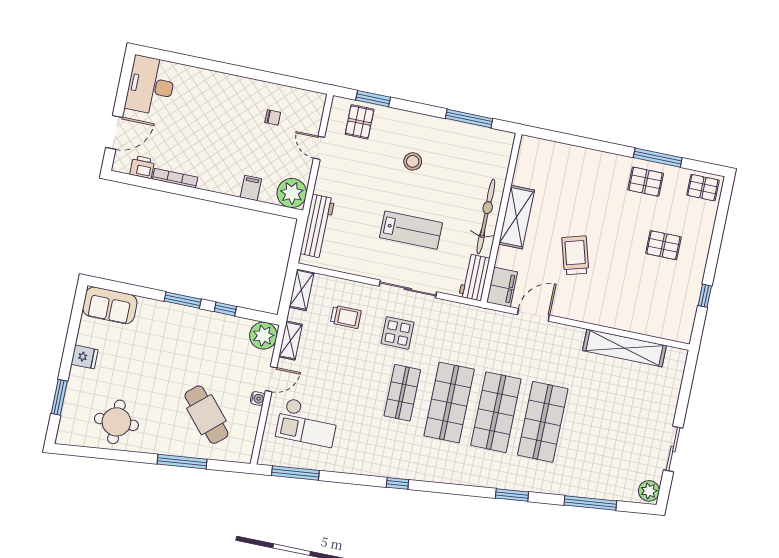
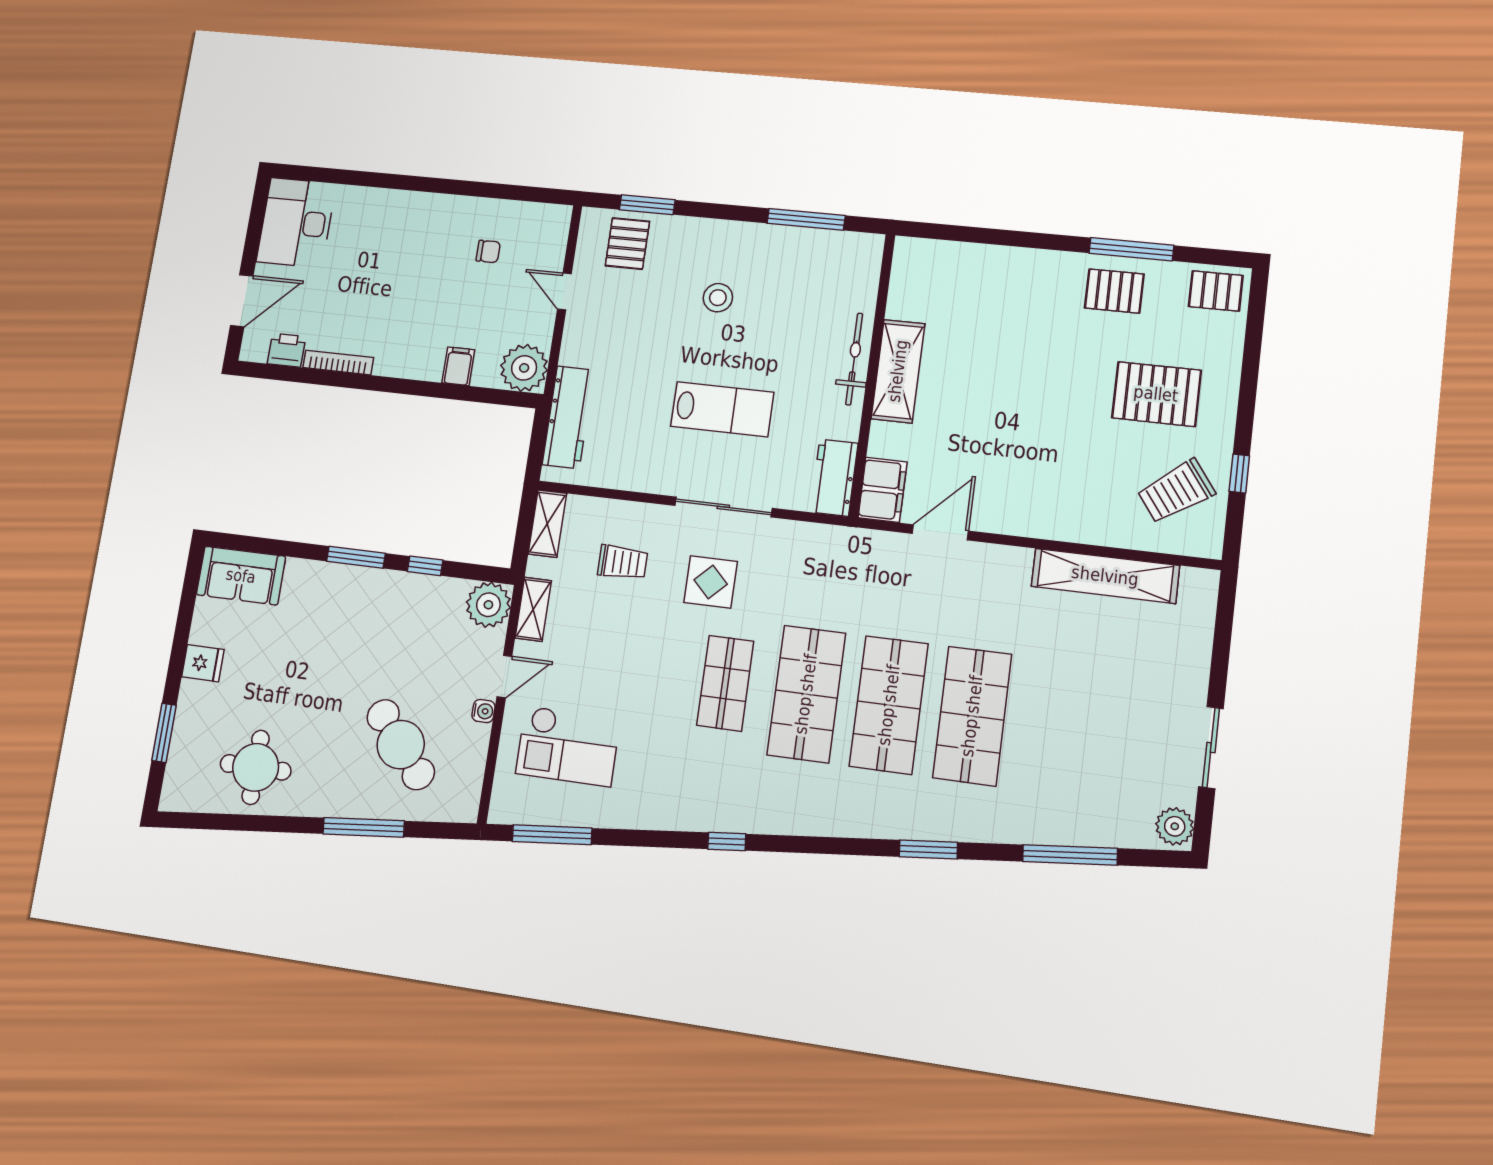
bicycle: (486, 217) -> (854, 359), width x0.73, depth x0.71
pallet: (663, 245) -> (1156, 394), width x1.50, depth x1.42
trolley: (575, 255) -> (1176, 491), moved, turned -110

